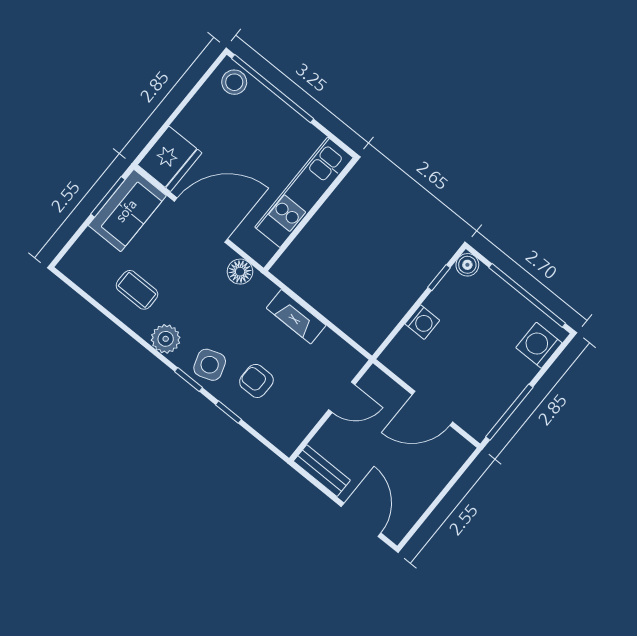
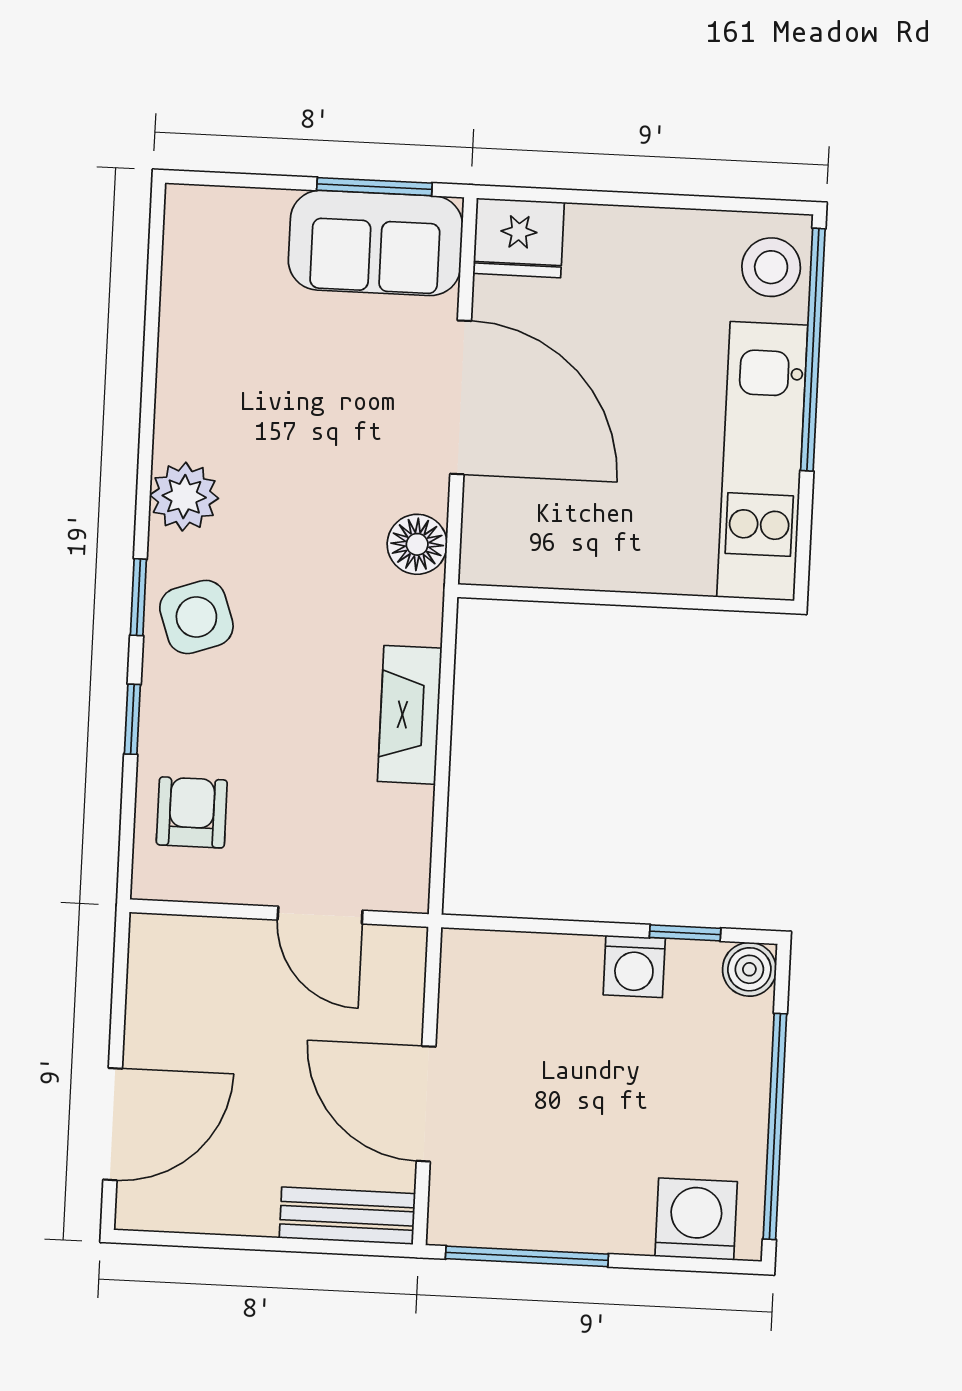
fridge: (170, 159) -> (519, 238), width x0.73, depth x0.75
kitchen unit: (304, 192) -> (762, 461), moved, turned -90
coffee table: (137, 290) -> (238, 373), removed
washing machine: (422, 322) -> (634, 967), moved
armchair: (256, 381) -> (192, 812), moved
bench: (322, 471) -> (347, 1216), moved, turned 90

